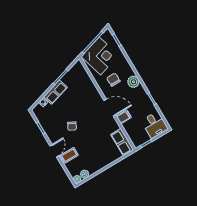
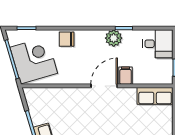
chair: (113, 80) -> (67, 39), moved
plant: (133, 82) -> (114, 38), moved

